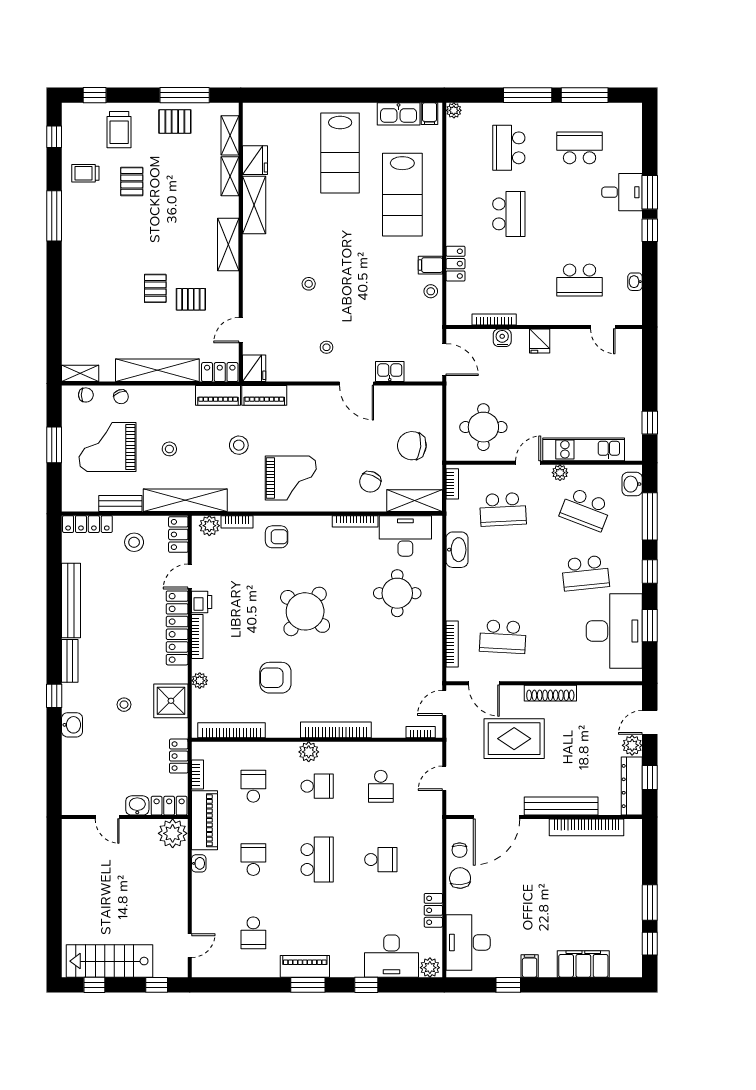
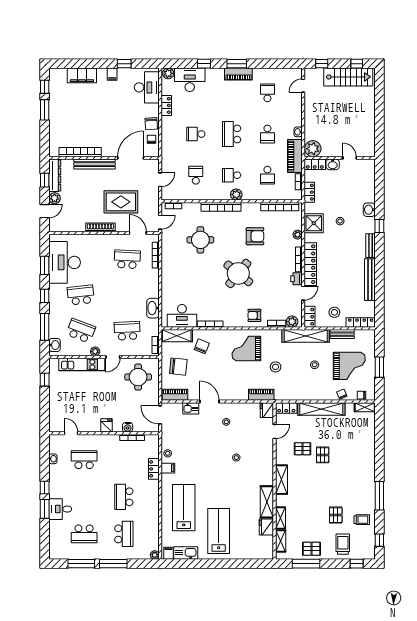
piano: (218, 395) -> (175, 395), moved
round table: (397, 593) -> (200, 240), moved

